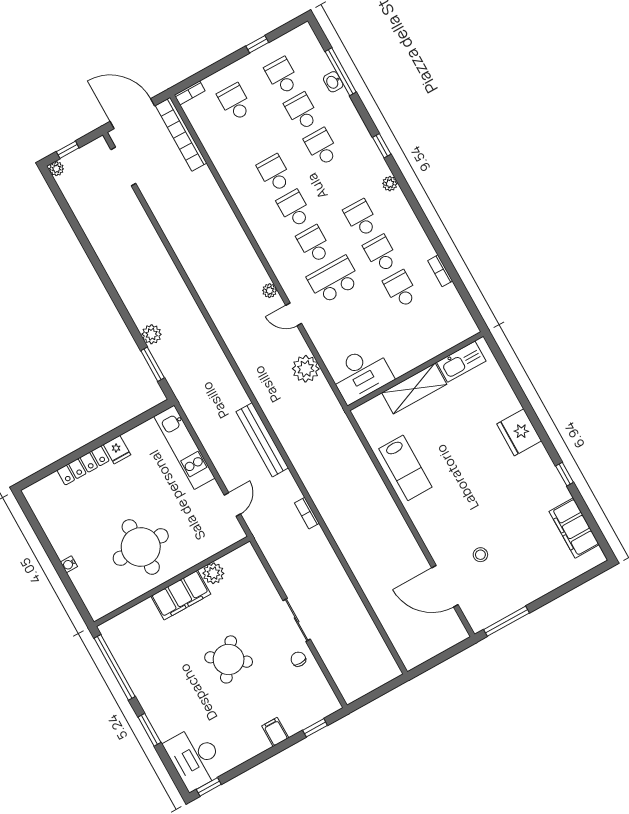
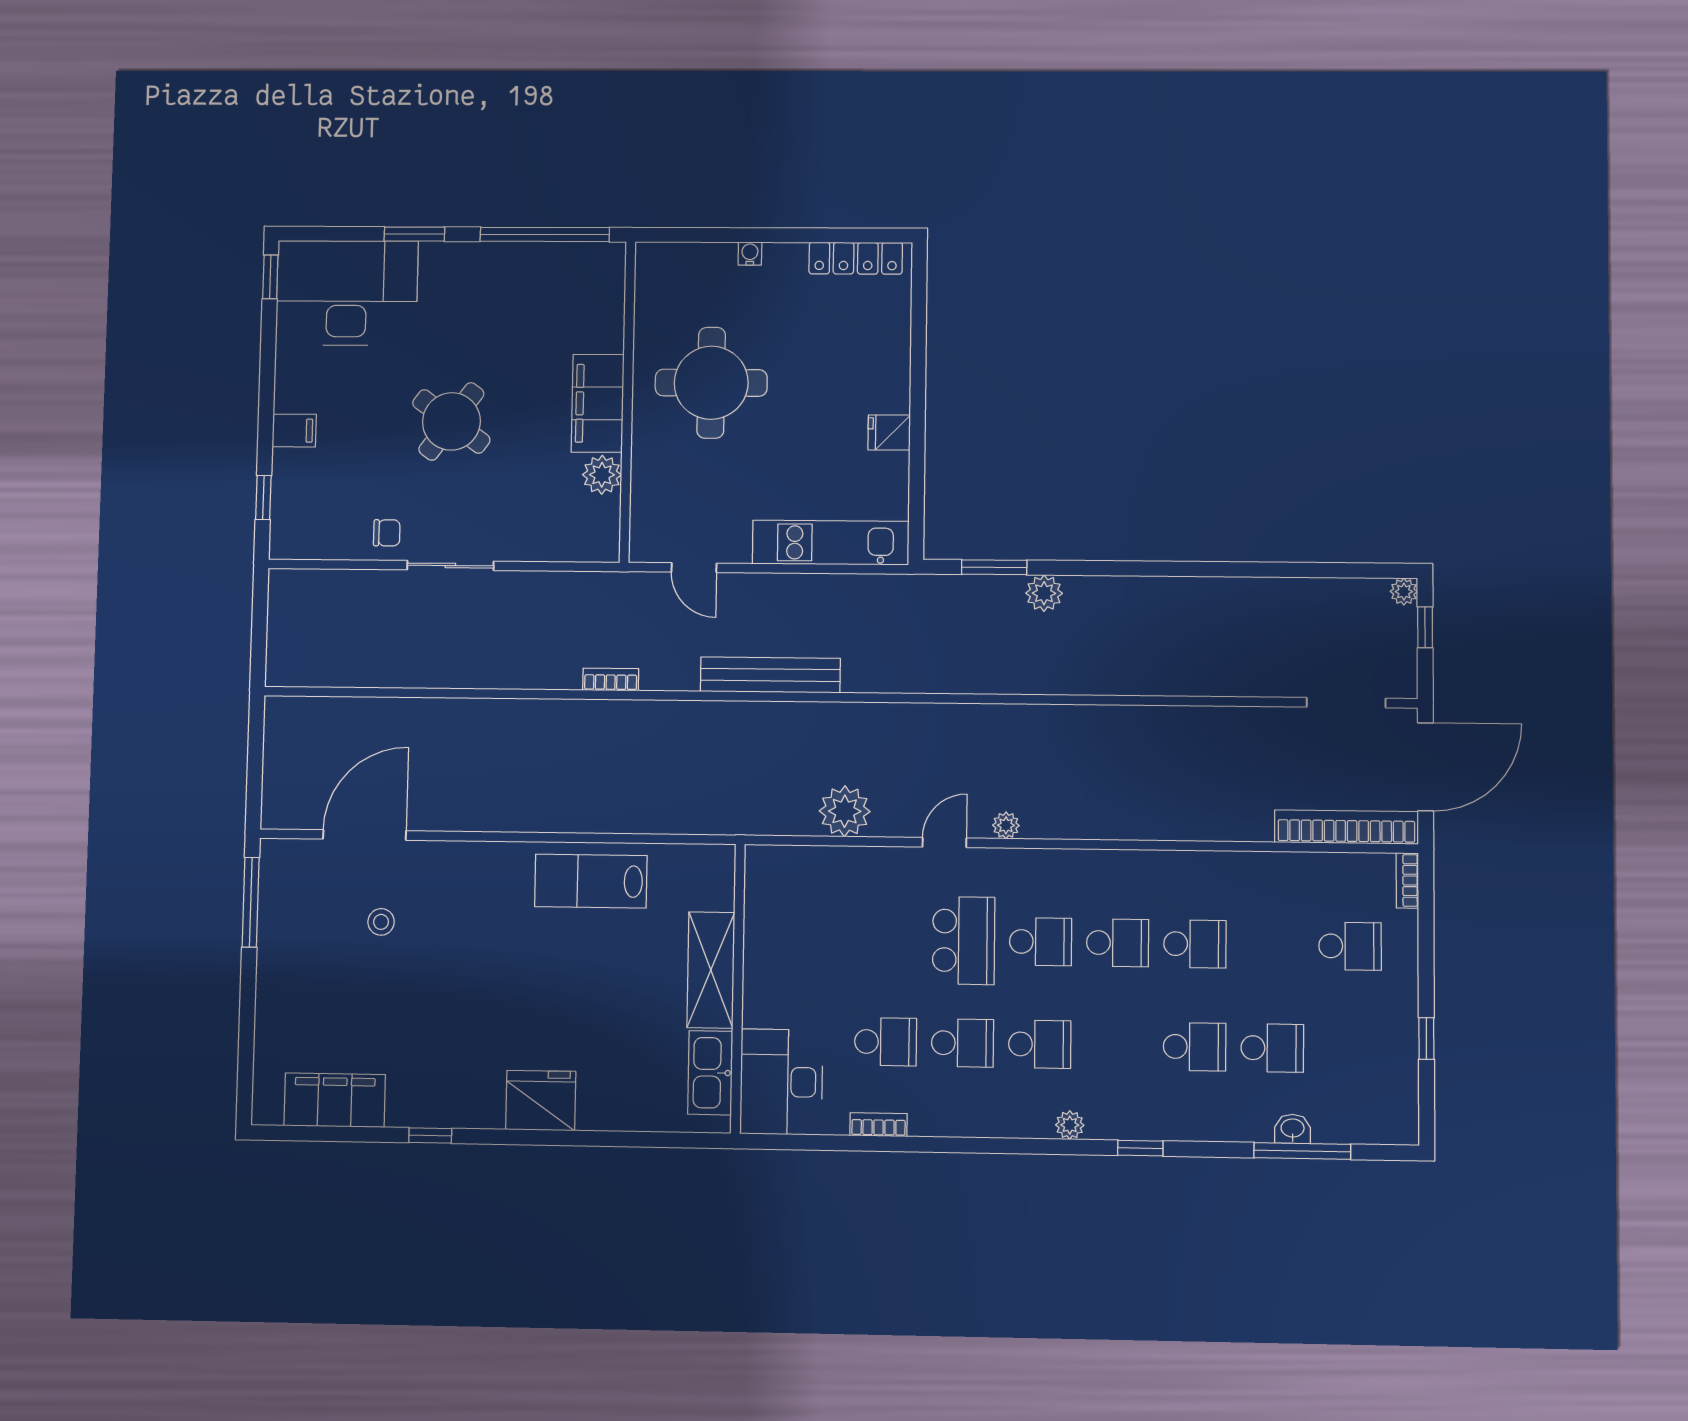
school desk: (282, 76) -> (1350, 1049), removed
desk: (361, 374) -> (781, 1082), moved
locker: (83, 465) -> (856, 258), moved, turned -90
desk: (195, 758) -> (347, 293), width x1.36, depth x1.30

